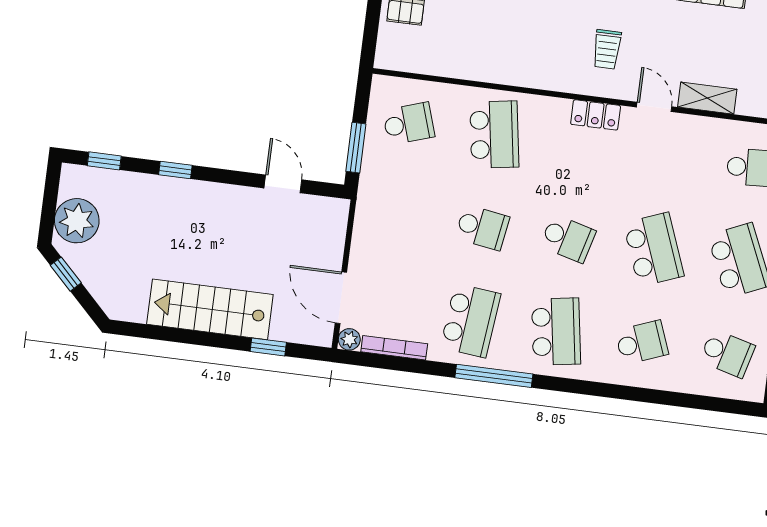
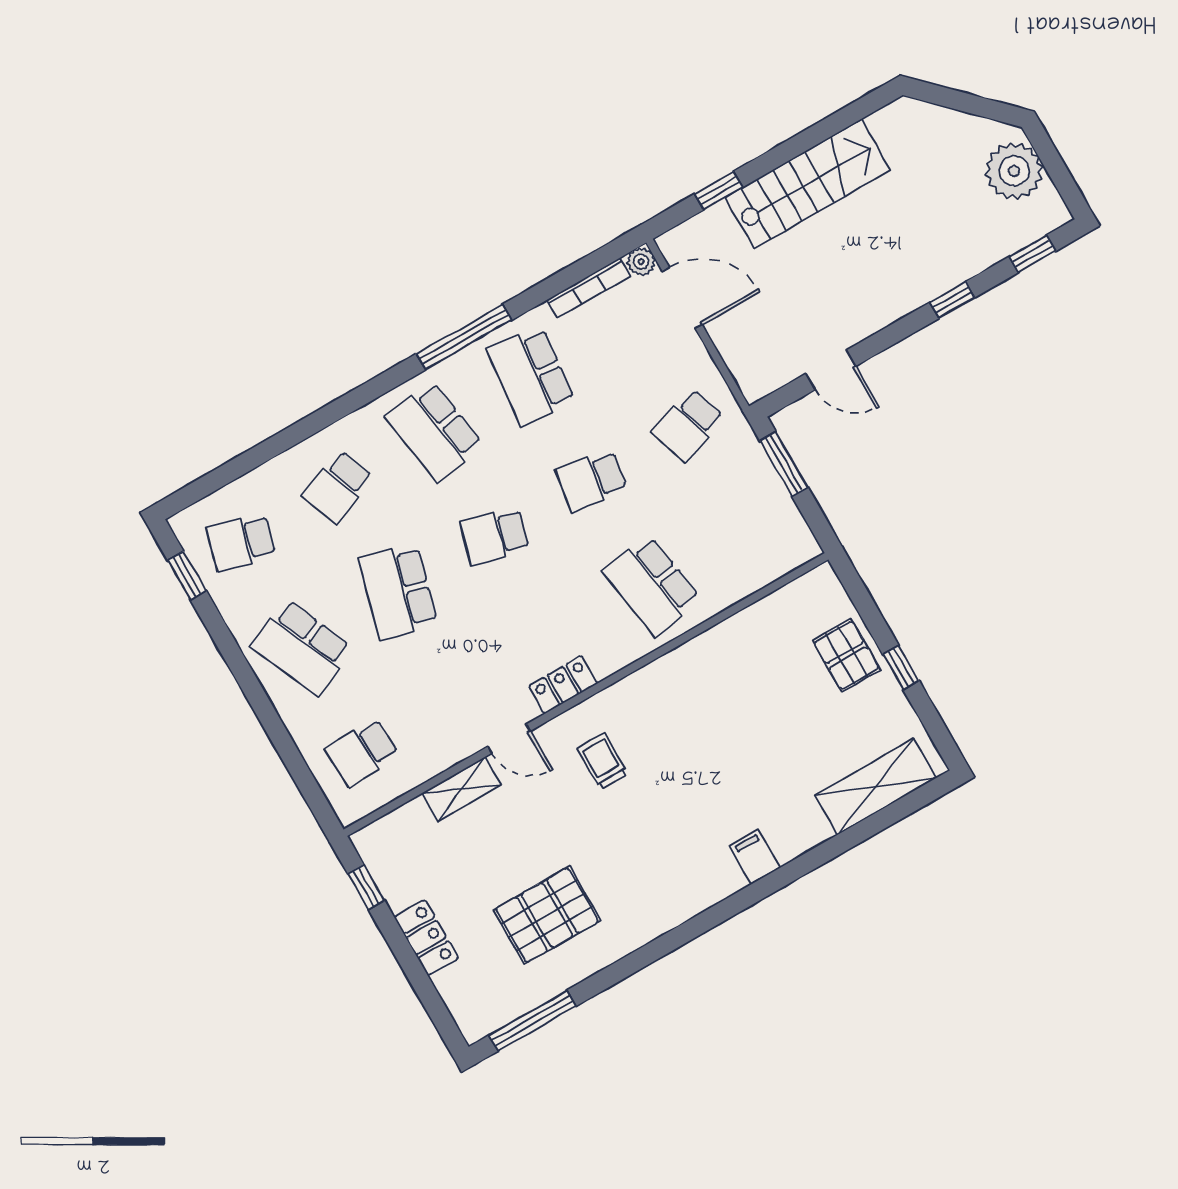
school desk: (409, 124) -> (688, 425), moved
school desk: (654, 249) -> (398, 592), turned 36
window: (66, 274) -> (984, 107), removed

